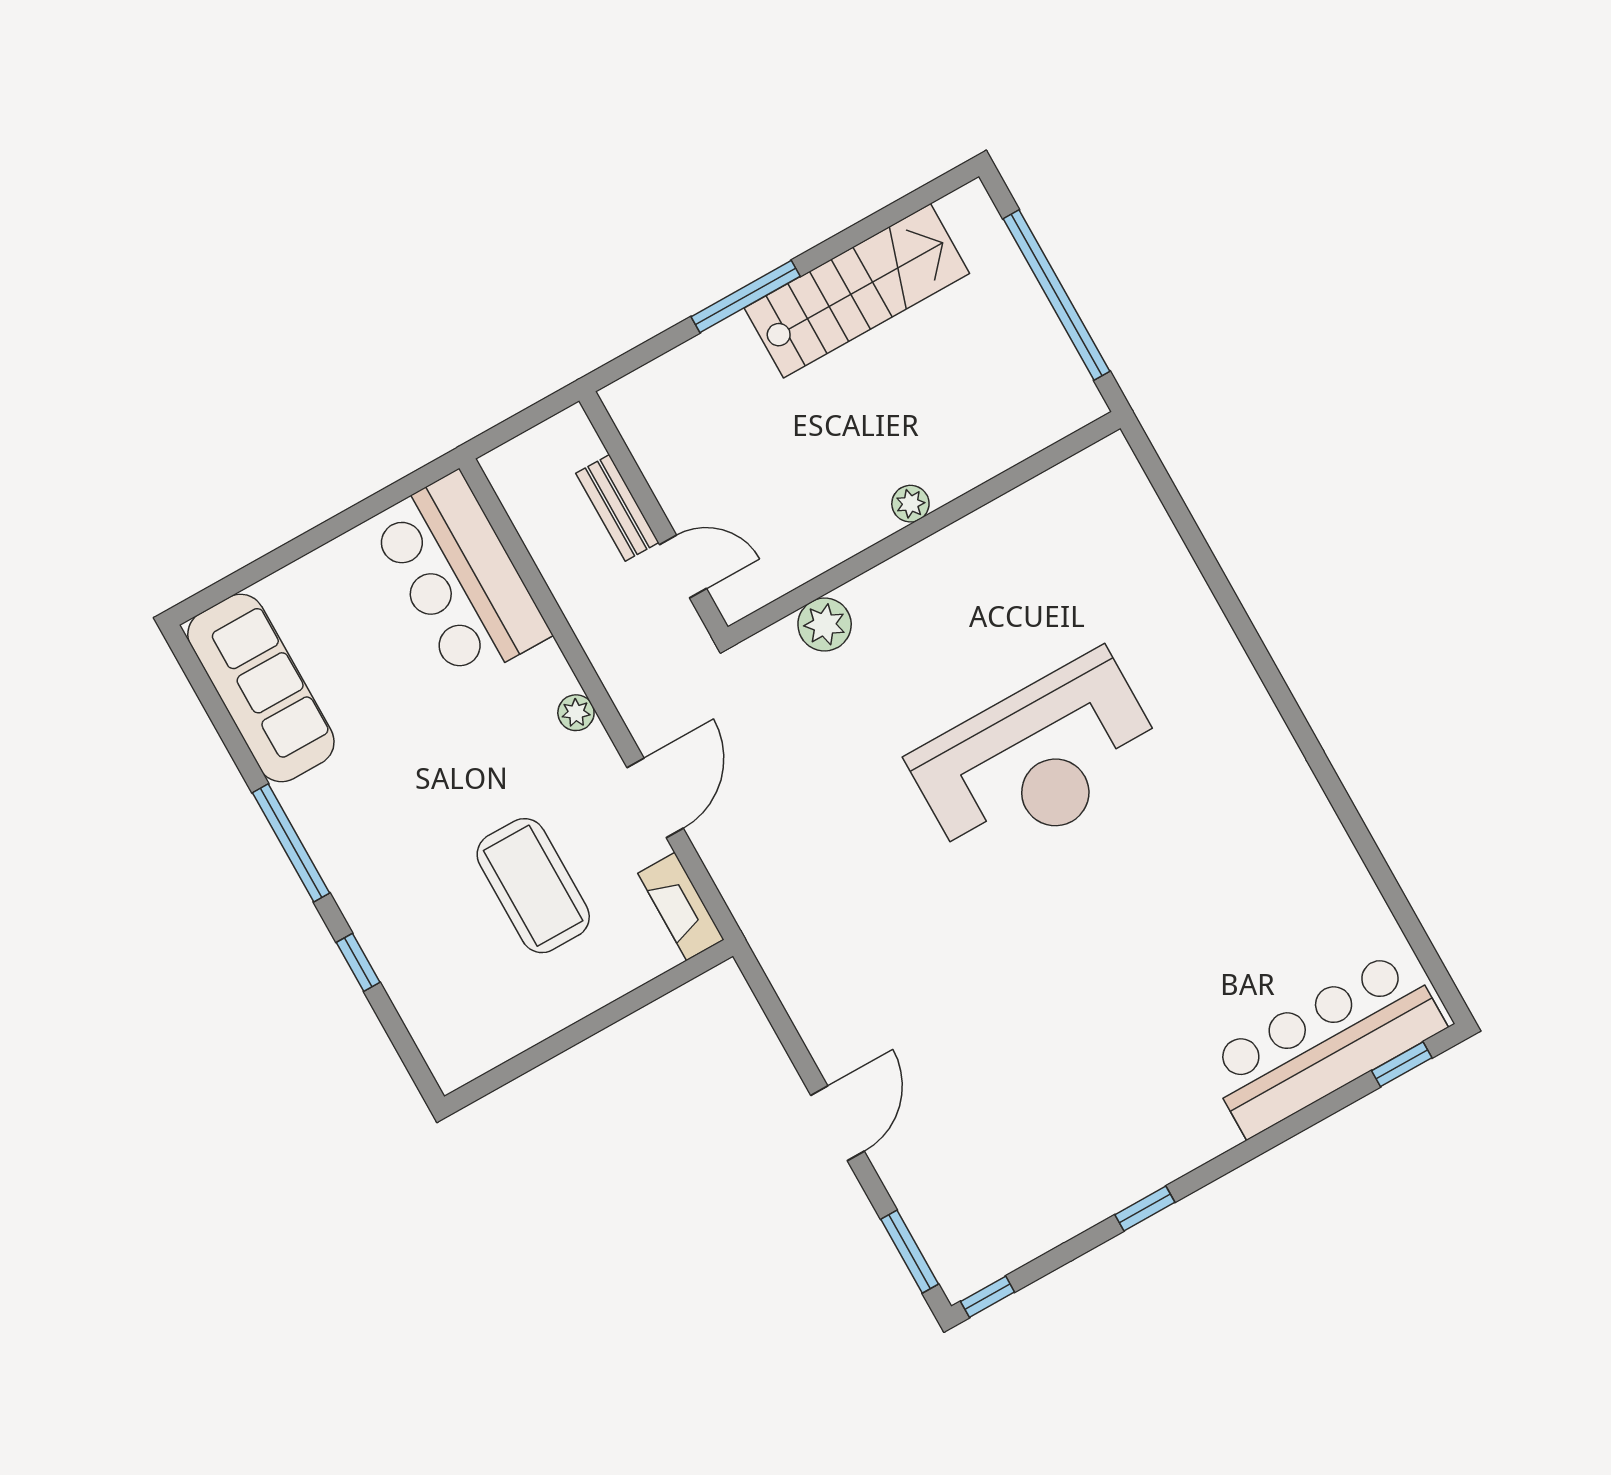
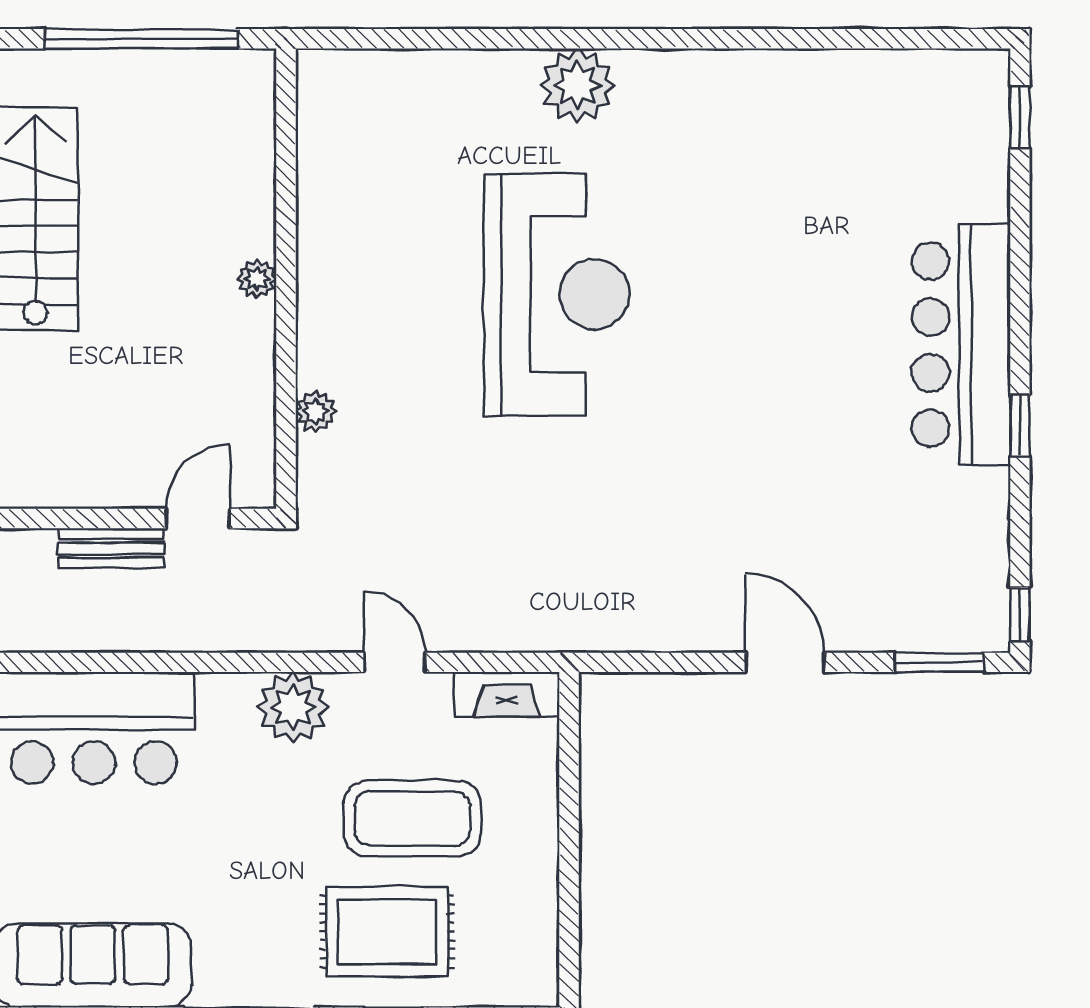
plant: (825, 625) -> (316, 411), width x0.73, depth x0.73
plant: (1222, 680) -> (577, 85), added
plant: (576, 713) -> (293, 707), width x1.88, depth x1.88
door: (655, 798) -> (395, 662), width x0.73
rug: (427, 917) -> (387, 932), added
bar counter: (1325, 1043) -> (961, 345), moved

